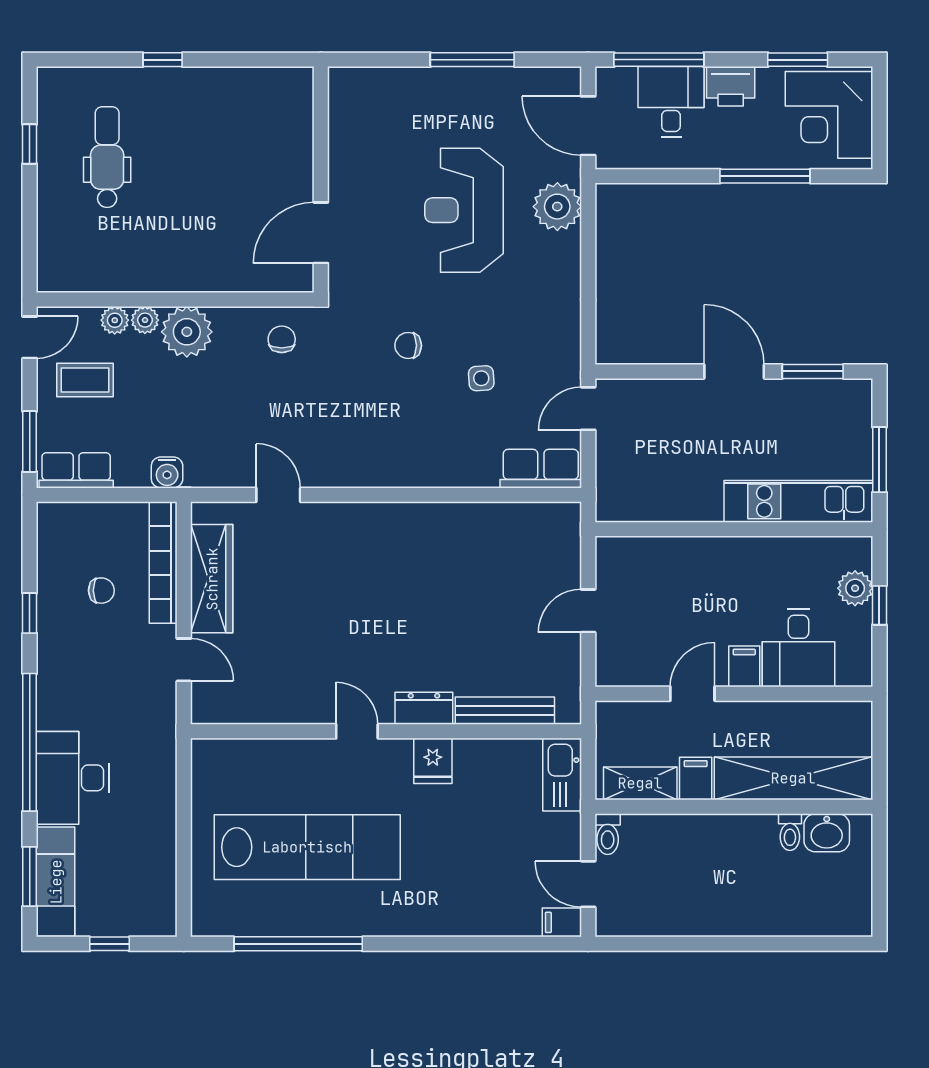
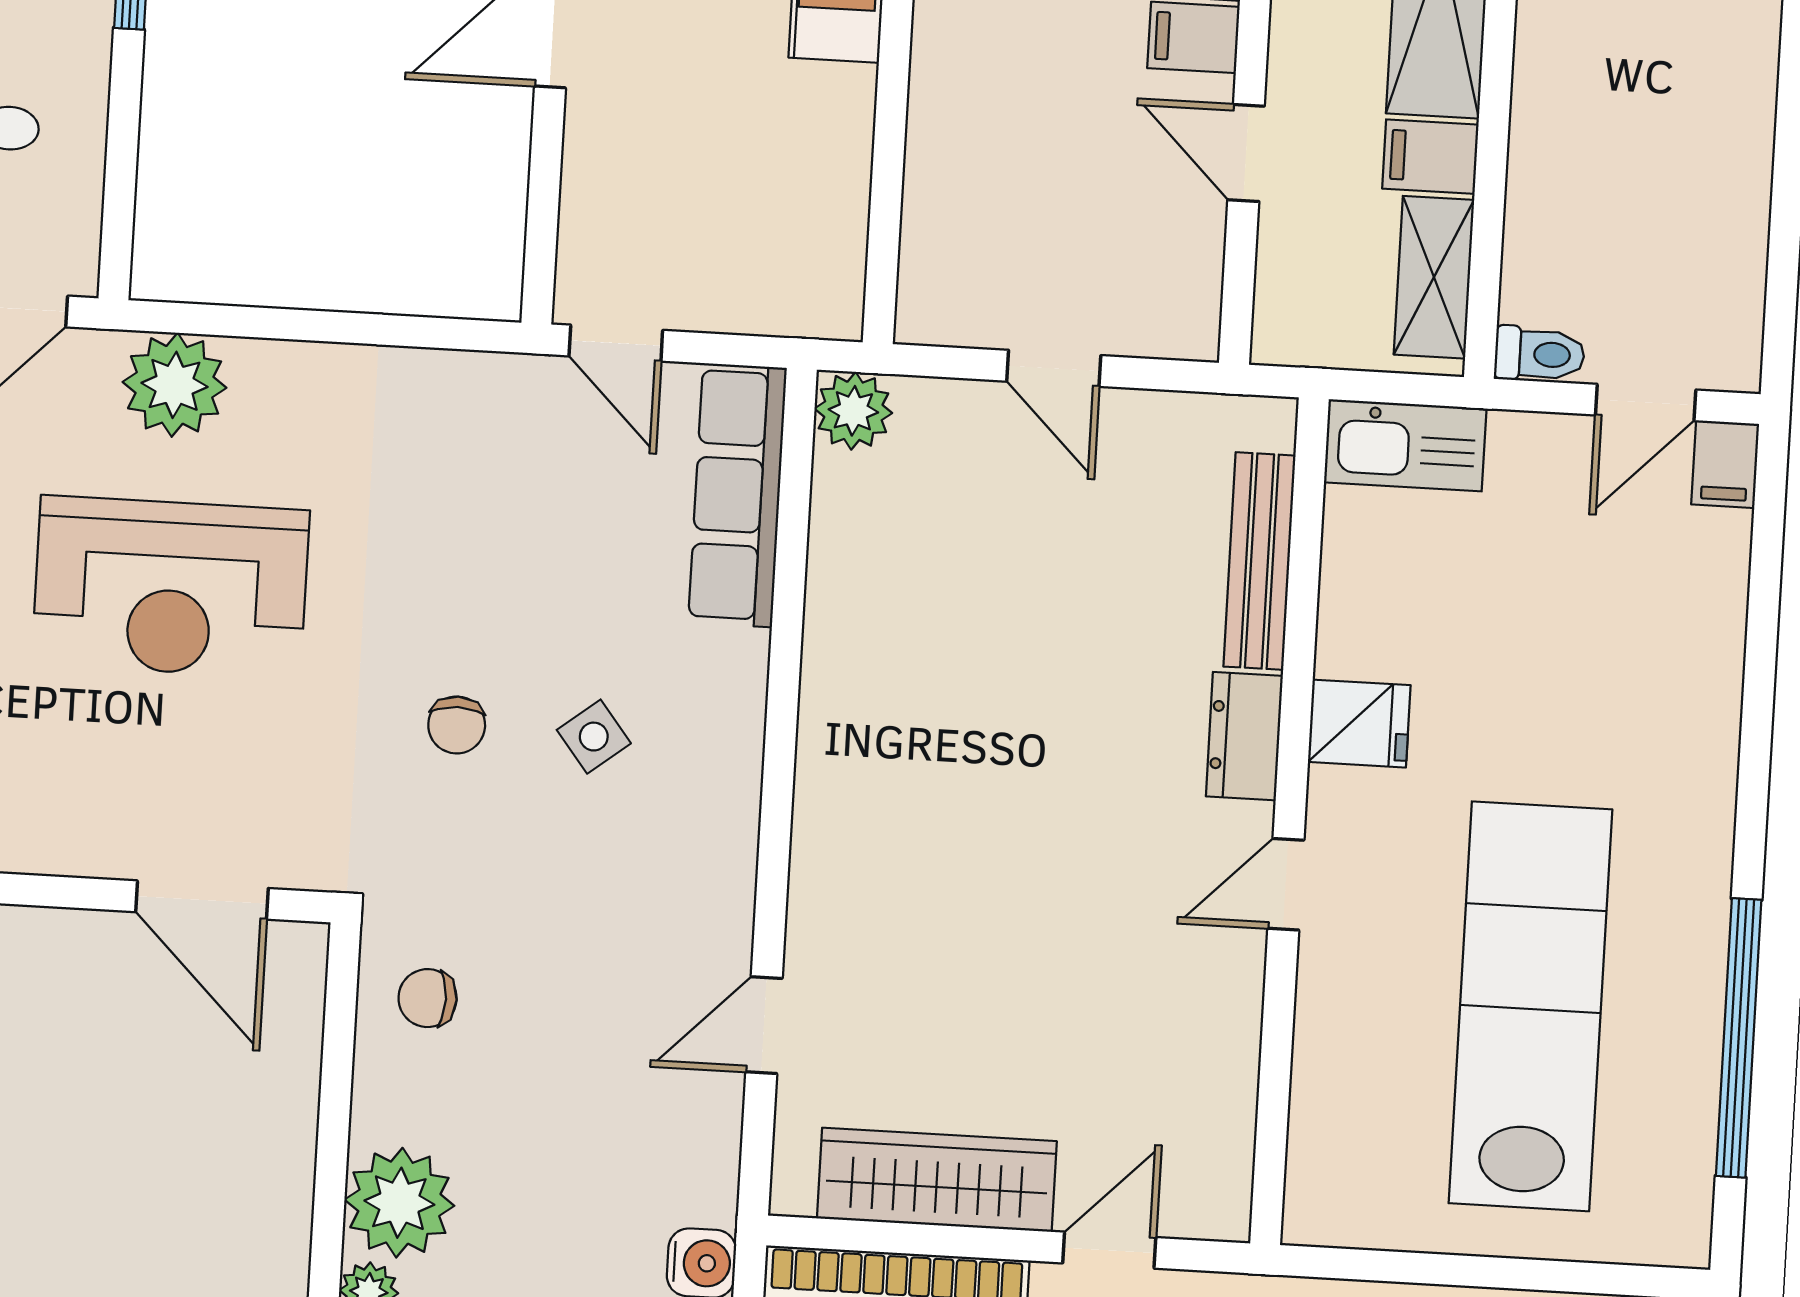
side table: (481, 378) -> (594, 737), moved, turned -34
row of seats: (541, 469) -> (737, 495), width x1.48
plant: (563, 520) -> (853, 411), added

